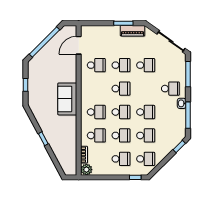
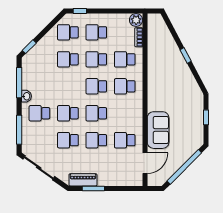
sofa: (67, 99) -> (158, 130), moved
school desk: (146, 112) -> (68, 113), moved

